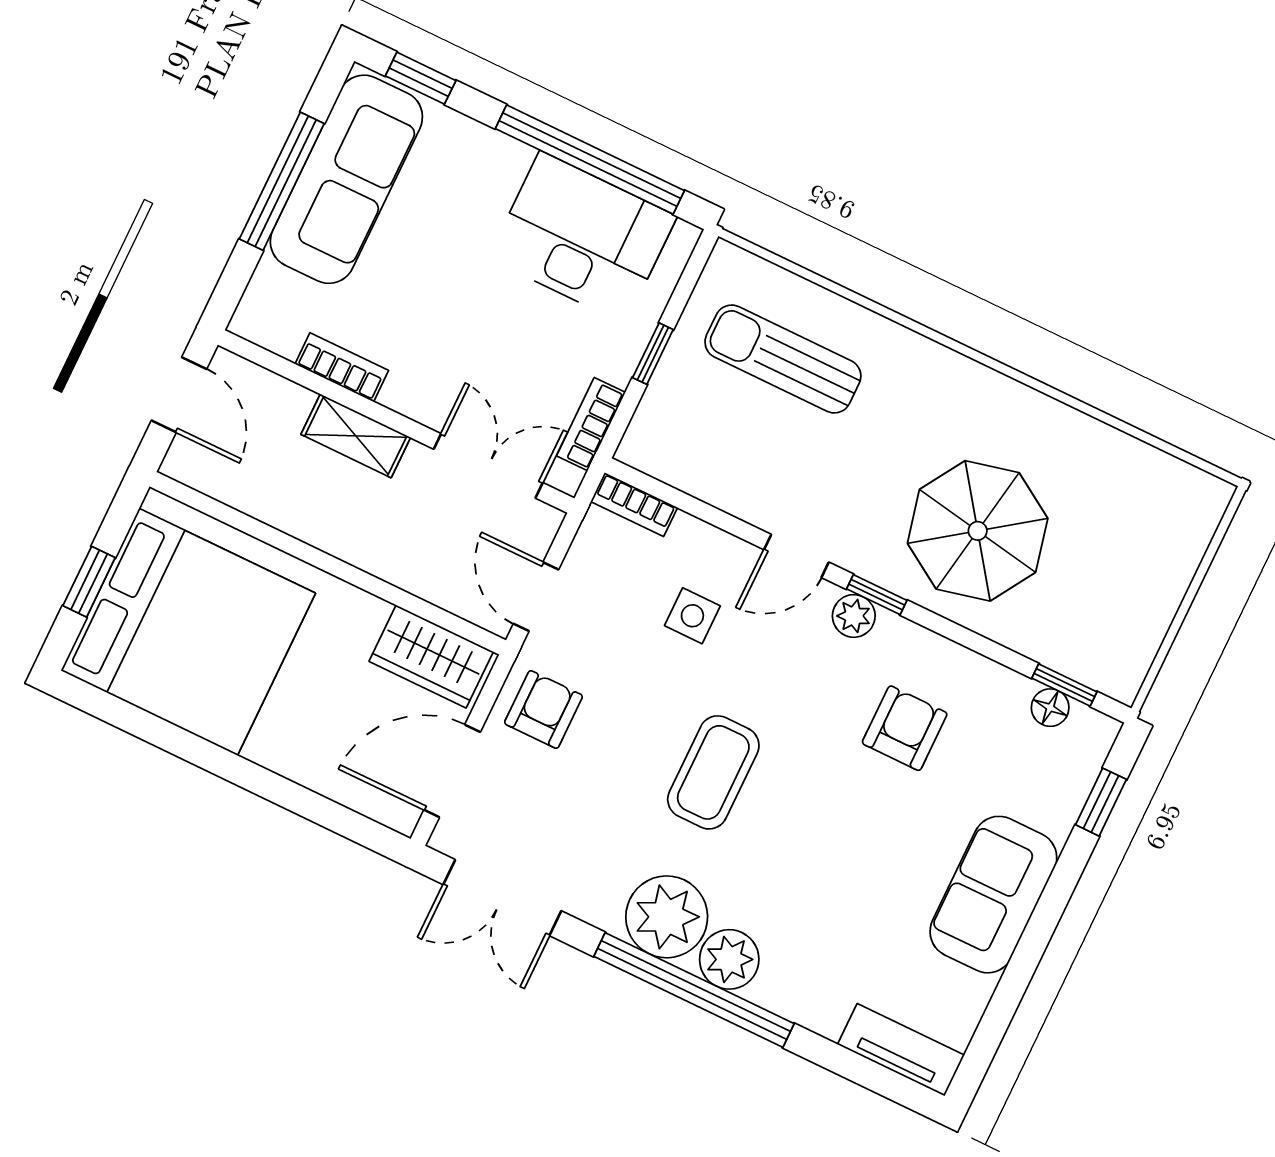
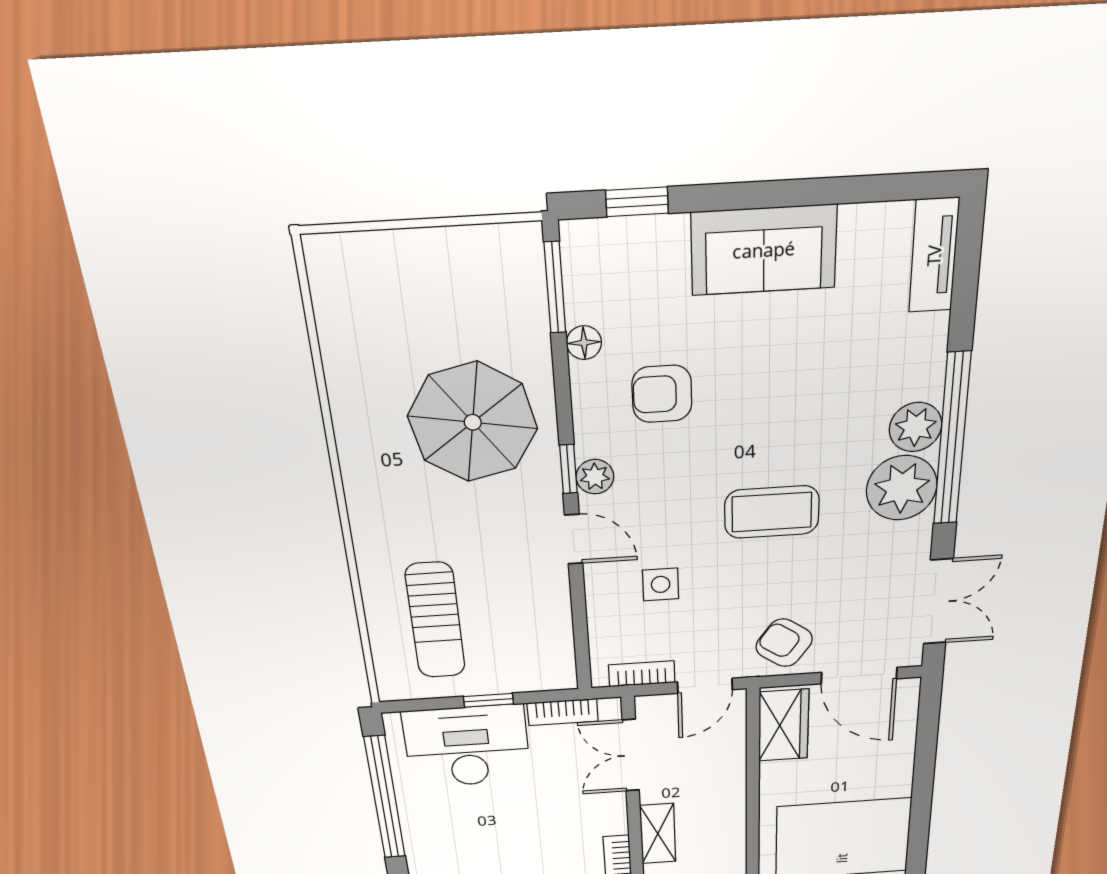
desk: (583, 237) -> (467, 746), moved, turned 90
bookcase: (634, 505) -> (642, 674), moved, turned -90
window: (1064, 685) -> (555, 288), width x1.50
floor lamp: (1050, 708) -> (584, 343), moved
armchair: (544, 709) -> (784, 643), turned 35

